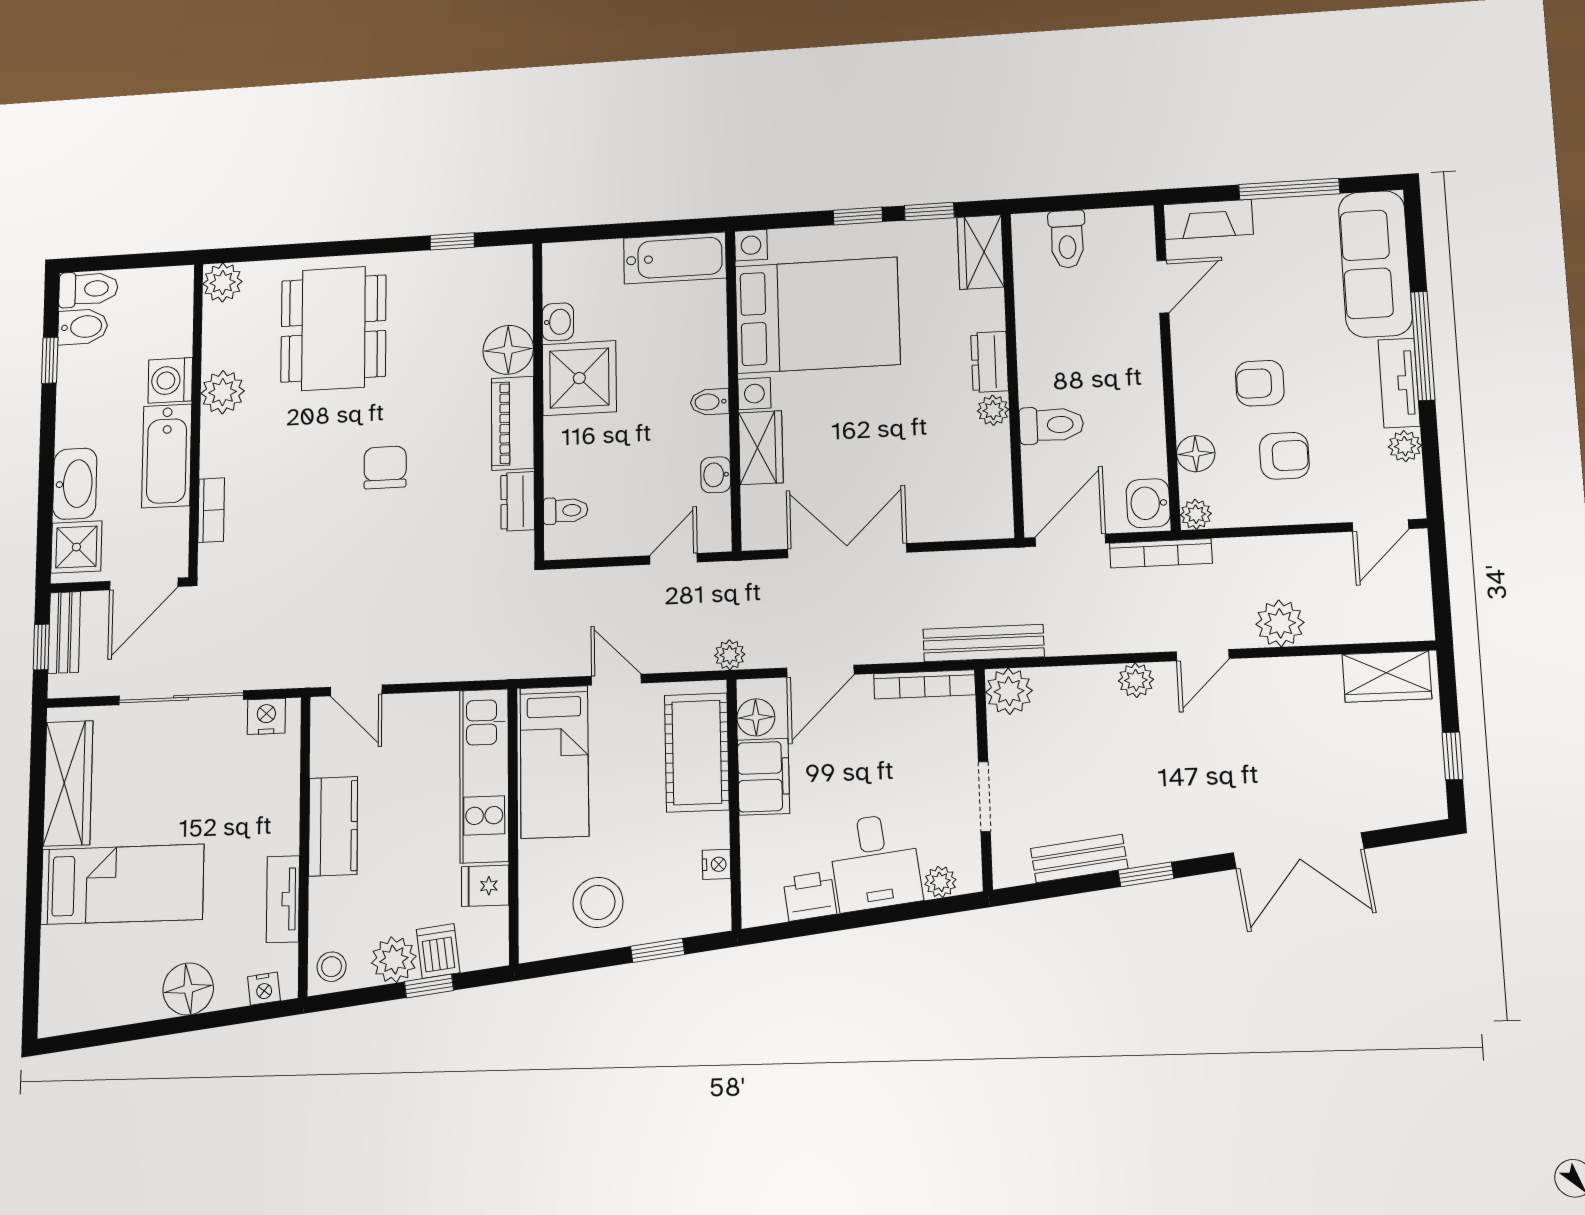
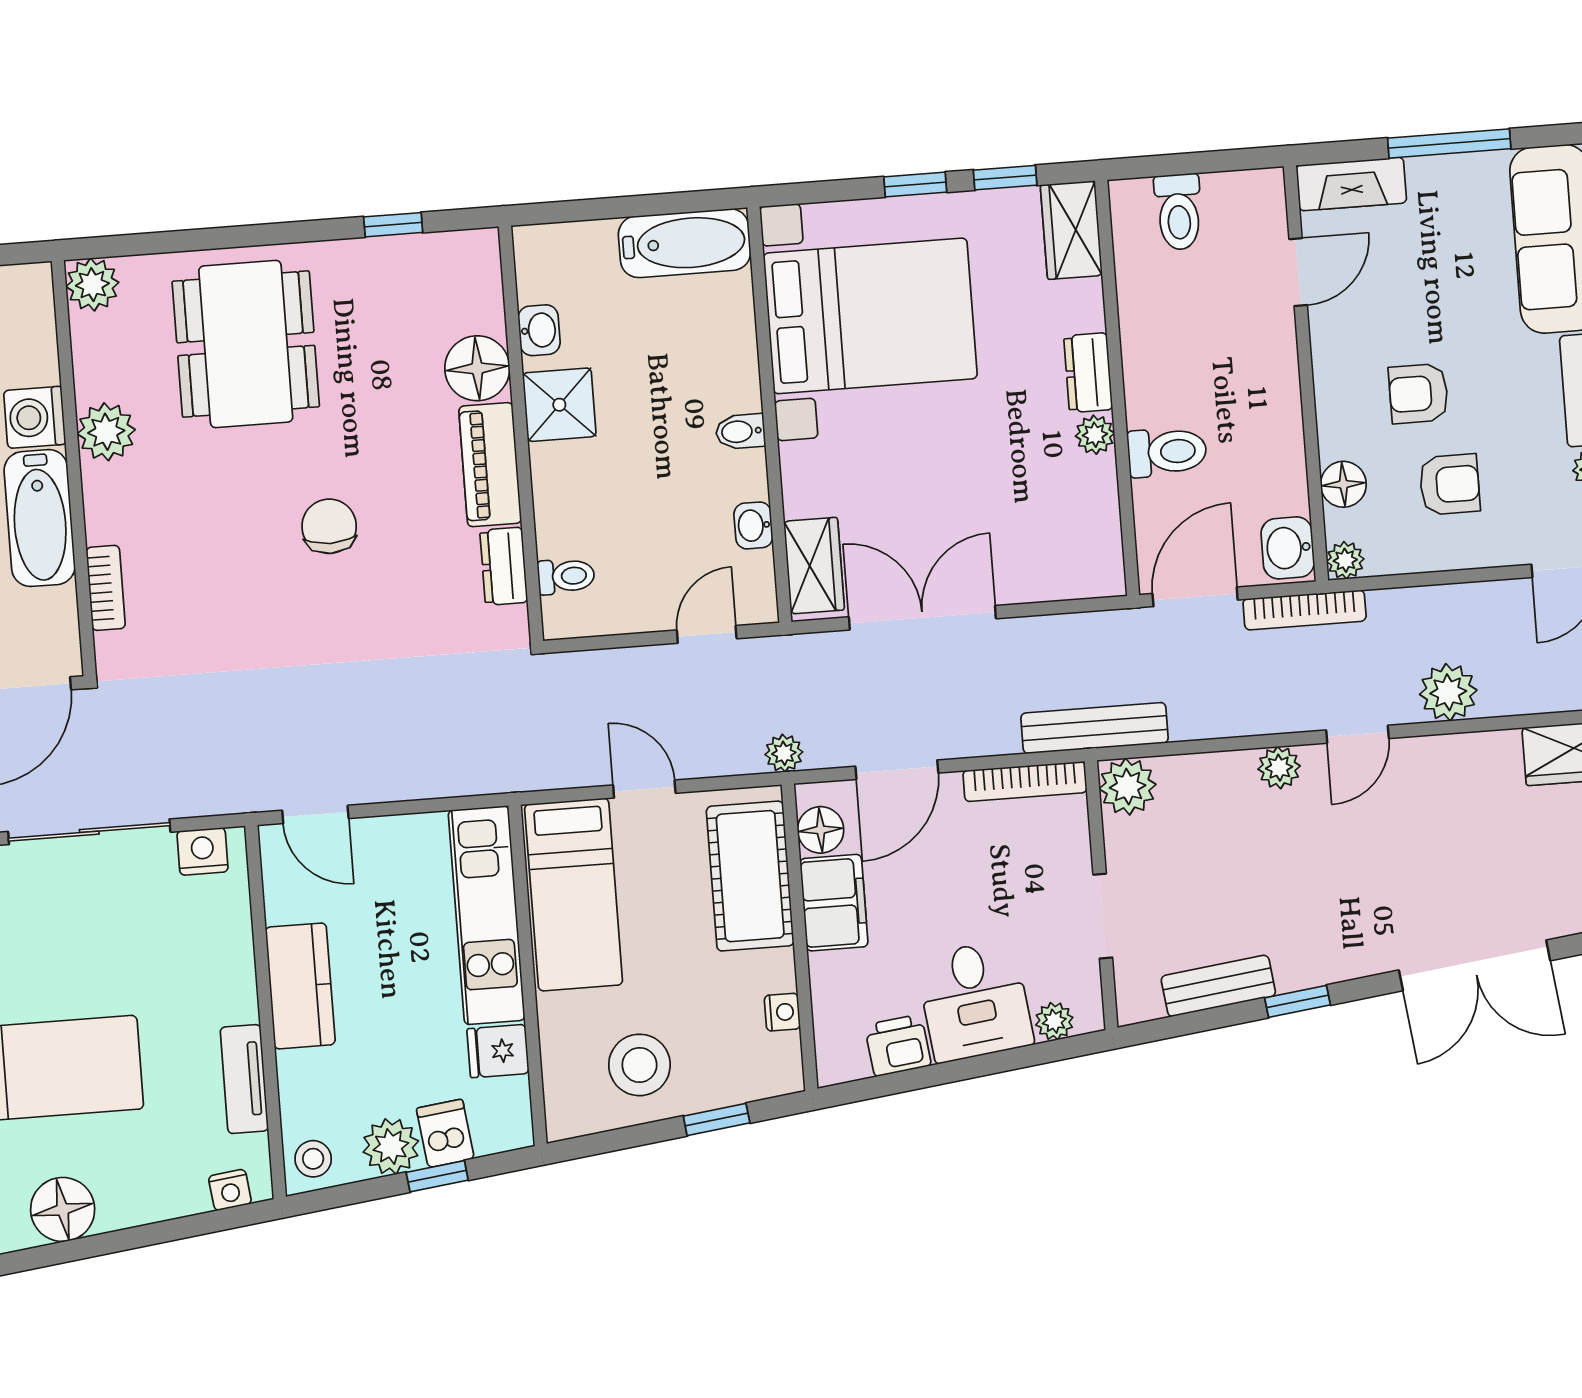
shower: (579, 378) -> (559, 405), width x0.73, depth x0.73
wardrobe: (761, 448) -> (814, 566), moved
floor lamp: (188, 989) -> (63, 1209), moved

